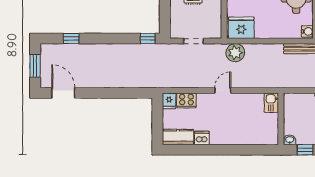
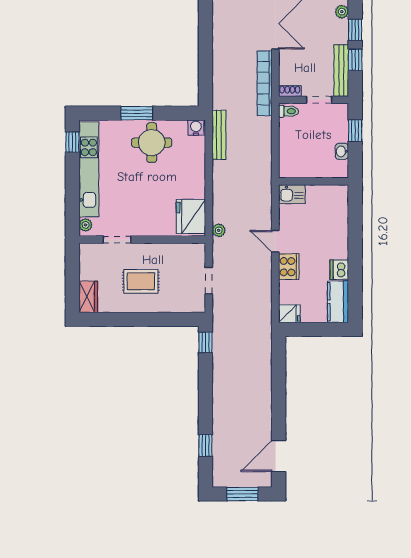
plant: (235, 53) -> (219, 230), width x0.53, depth x0.53
cooker: (186, 100) -> (289, 267), moved
kitchen sink: (271, 103) -> (292, 194), moved
wall: (281, 119) -> (314, 181), moved

